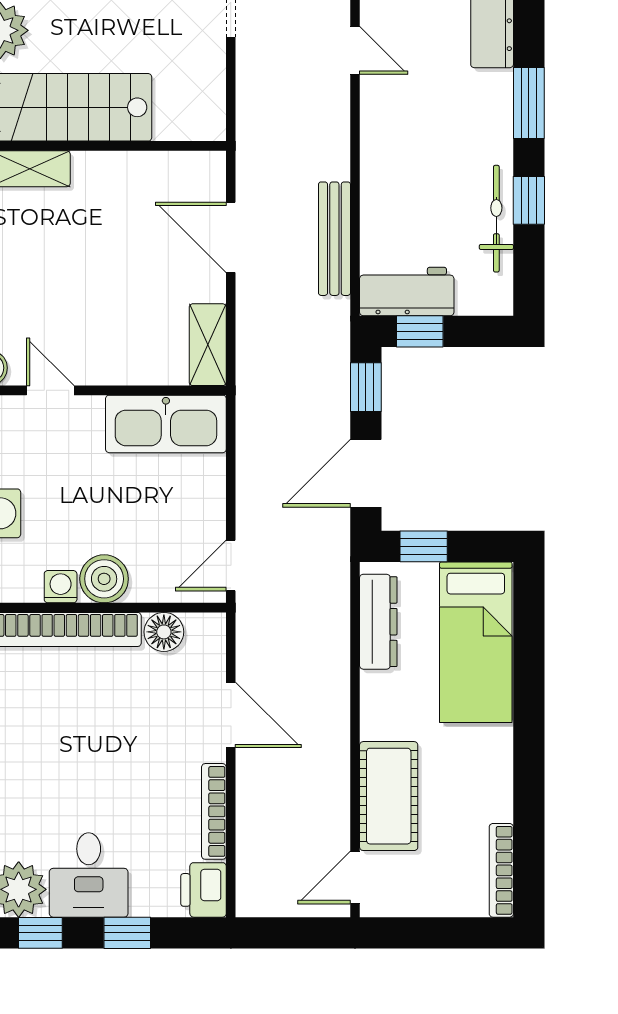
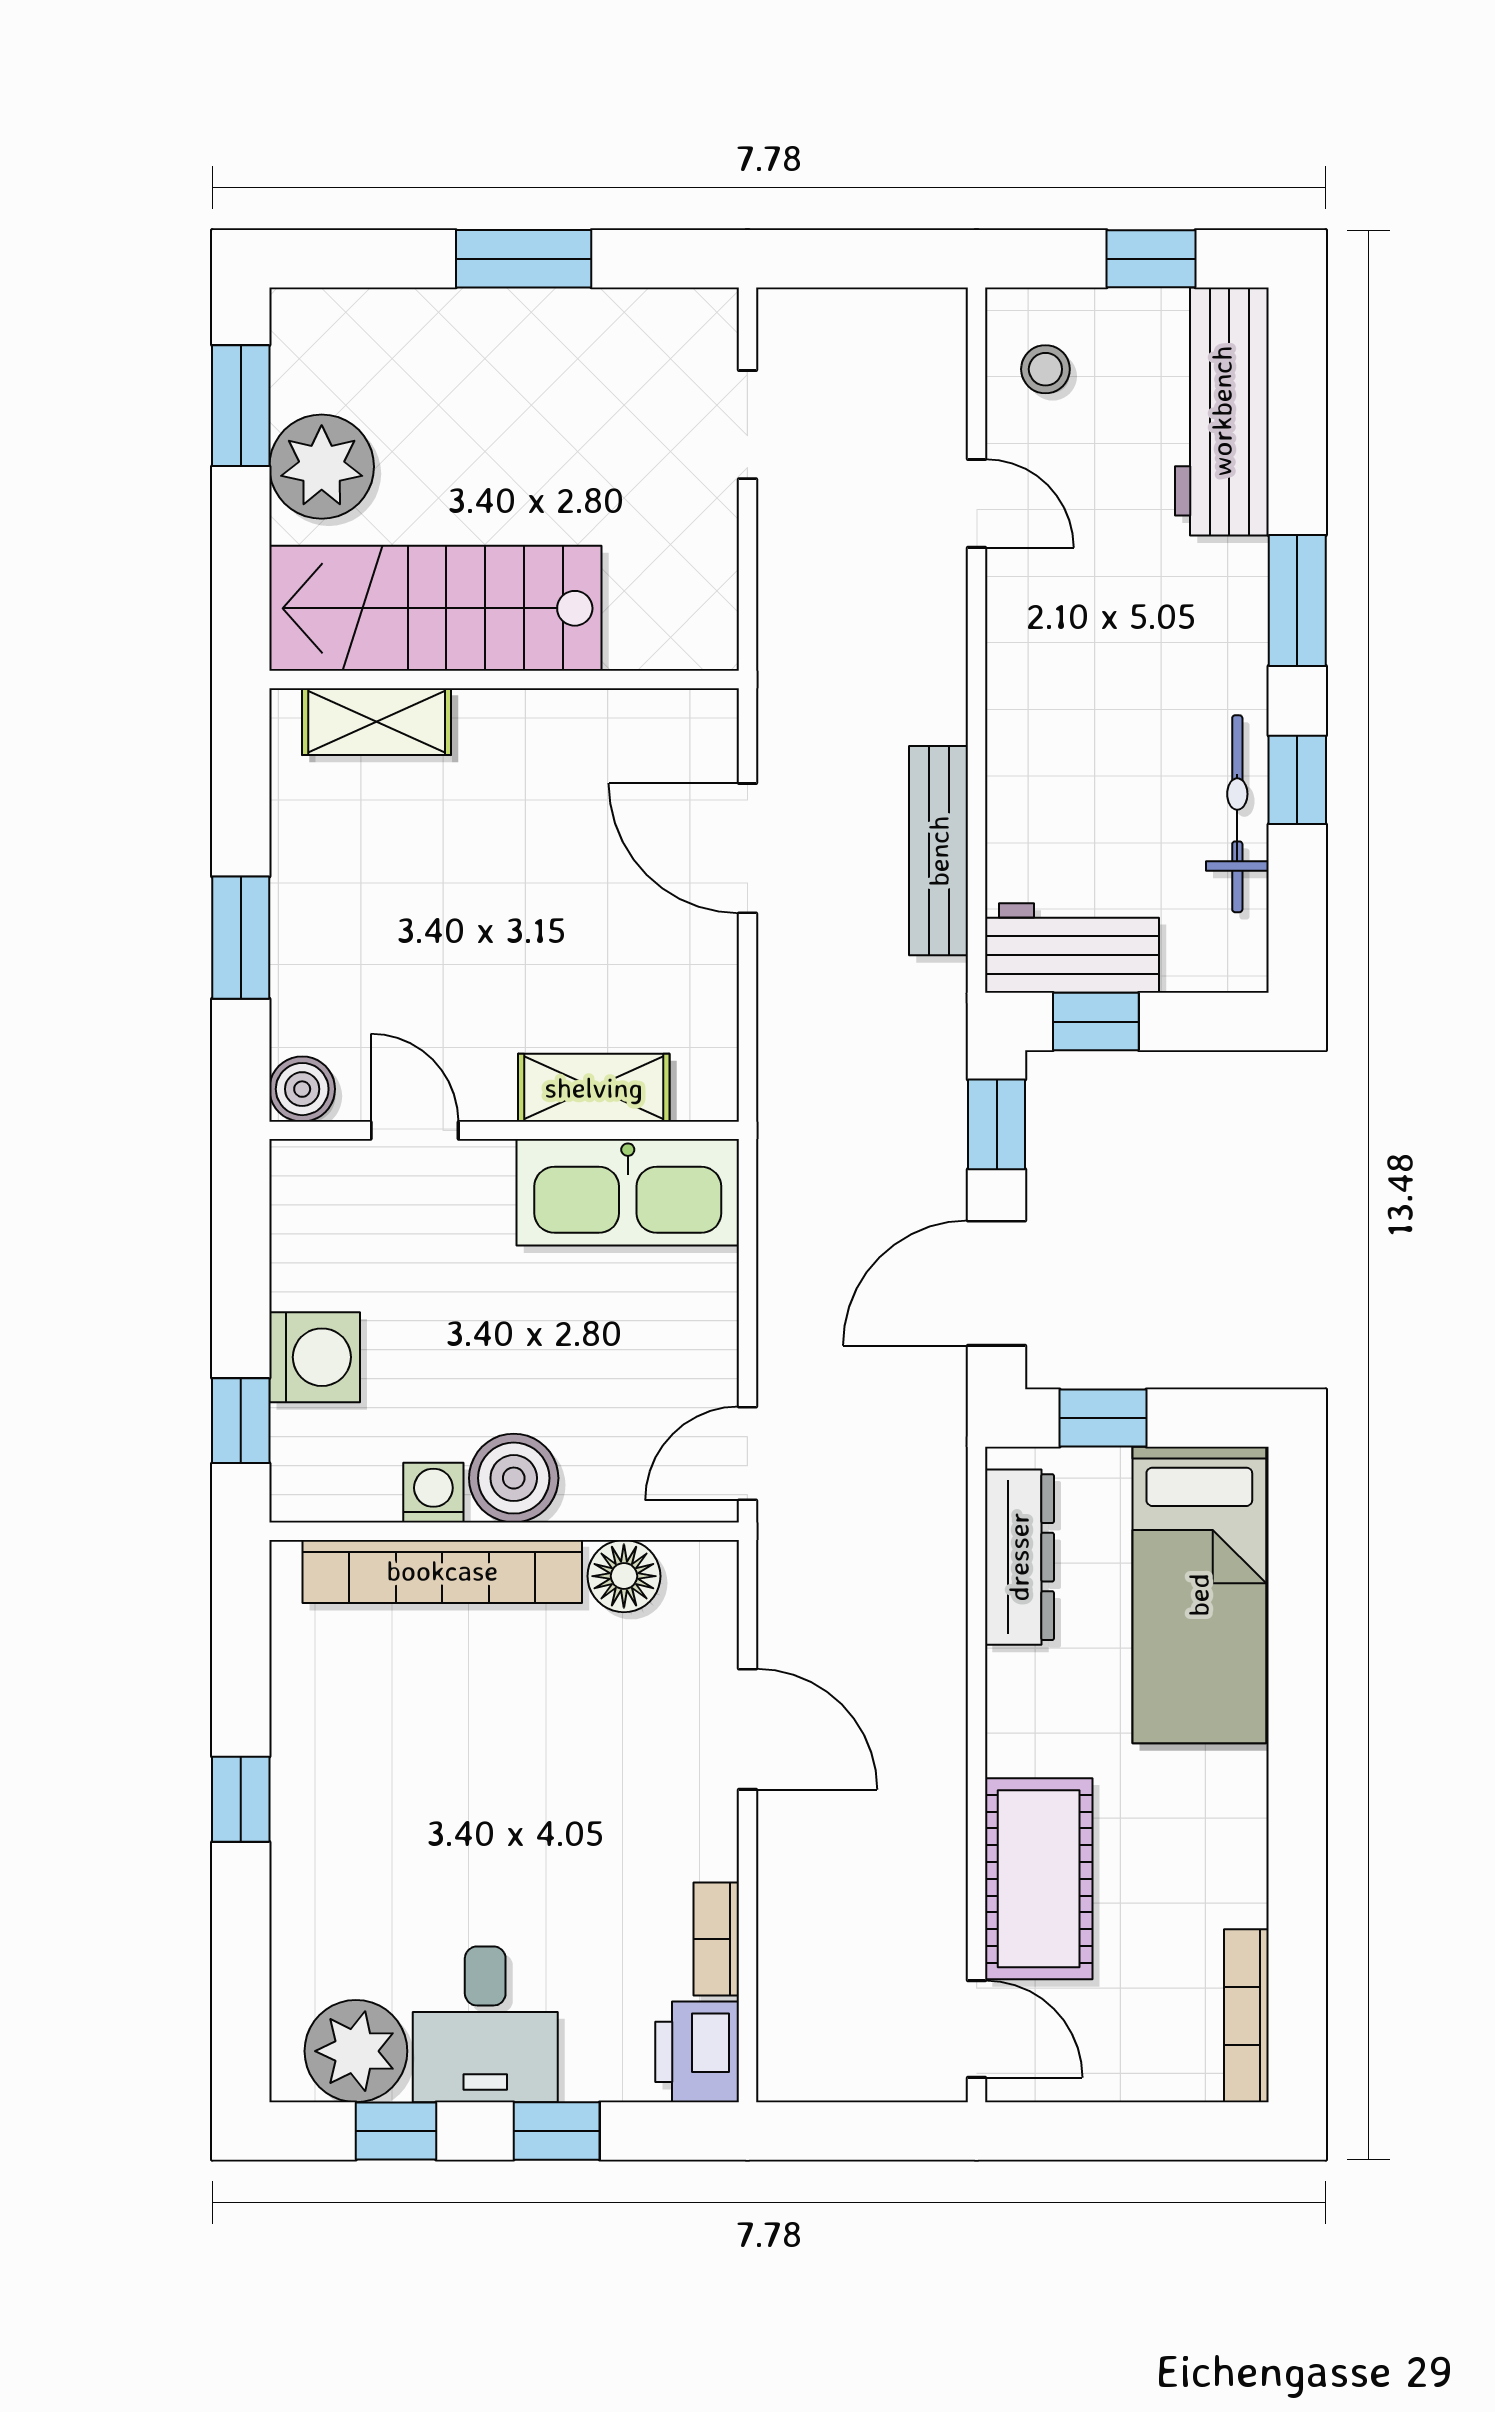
shelving: (208, 345) -> (594, 1088), moved, turned 90
bookcase: (214, 811) -> (716, 1939), width x0.64
door: (355, 878) -> (977, 2029), swing flipped

